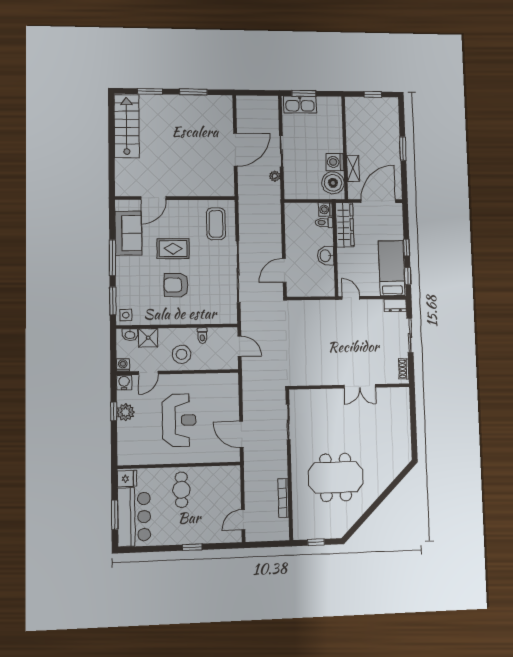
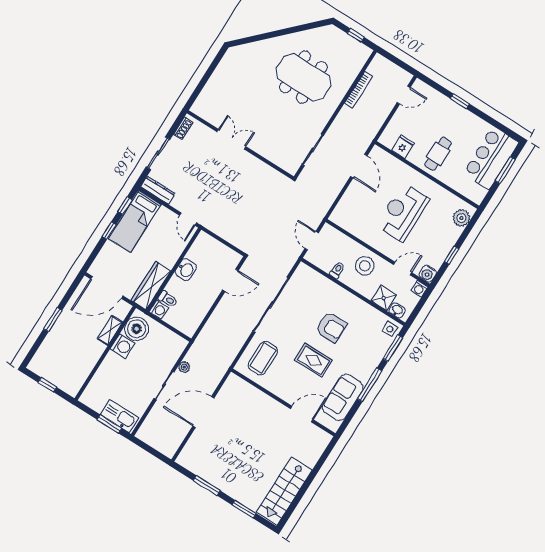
dresser: (395, 305) -> (158, 190), width x1.44
plant: (126, 412) -> (461, 218), moved
fridge: (127, 478) -> (403, 147), moved, turned 90

